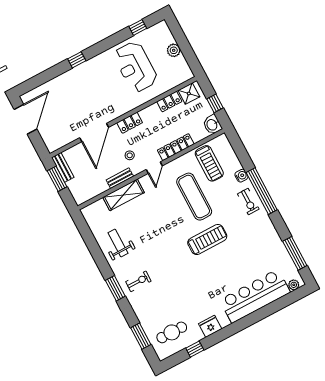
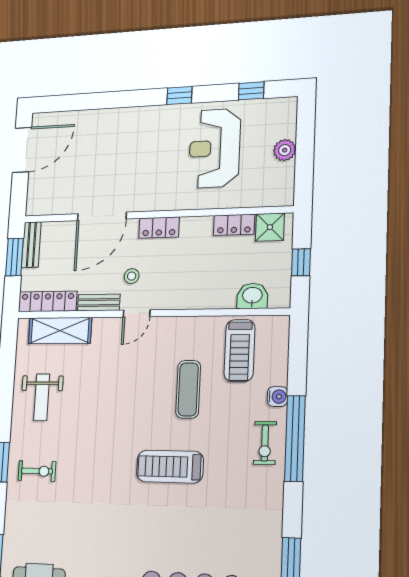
window: (77, 60) -> (179, 96), moved
washbasin: (212, 125) -> (252, 296), moved, turned 90
locker: (176, 147) -> (48, 301), moved
door: (154, 168) -> (137, 313), moved
shelving: (124, 195) -> (60, 330), moved
exercise mat: (194, 197) -> (188, 389), width x0.73, depth x0.69
treadmill: (207, 240) -> (170, 467), turned 180
weight bench: (118, 243) -> (42, 397), turned 180

